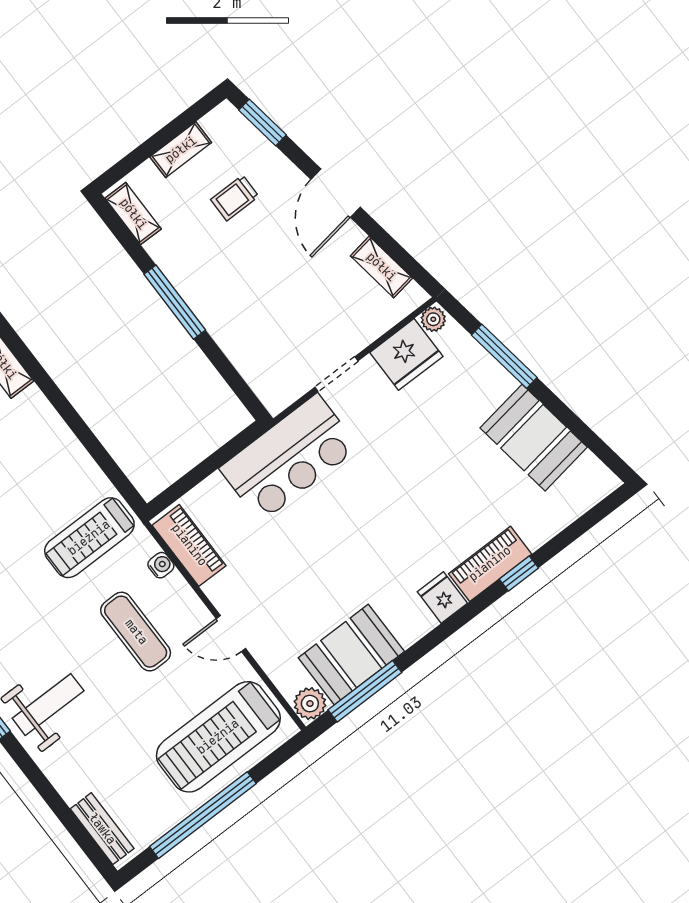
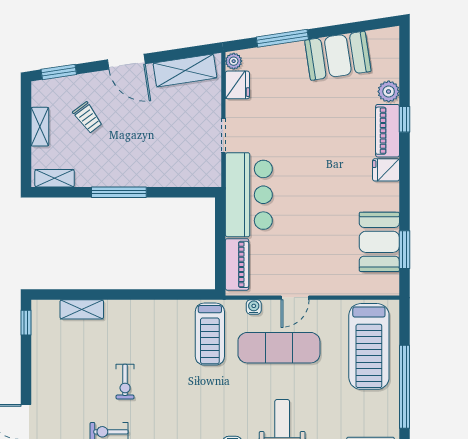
trolley: (235, 198) -> (88, 118), turned -37
shelving: (381, 267) -> (185, 70), width x1.50, depth x1.33
fridge: (406, 354) -> (237, 85), width x0.73, depth x0.75
piano: (189, 545) -> (237, 264), moved, turned 90
exercise mat: (136, 632) -> (279, 348), width x1.36, depth x1.45
door: (231, 633) -> (295, 298), moved
window: (365, 691) -> (404, 250), width x0.69
plant: (310, 704) -> (389, 91), moved

